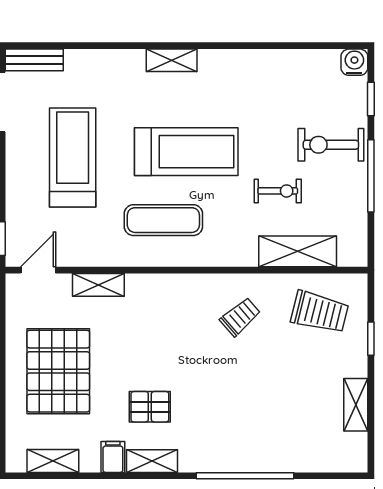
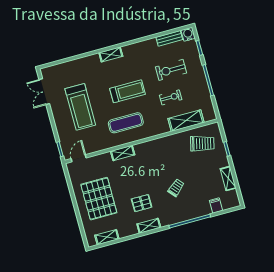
bench: (34, 60) -> (169, 38), moved
exercise bike: (331, 145) -> (171, 70), moved
treadmill: (186, 152) -> (128, 91), width x0.73, depth x0.73
treadmill: (73, 157) -> (80, 107), turned 180
shelving: (98, 285) -> (123, 153), moved
trolley: (240, 317) -> (176, 188), moved
filing cabinet: (113, 457) -> (216, 205), moved

